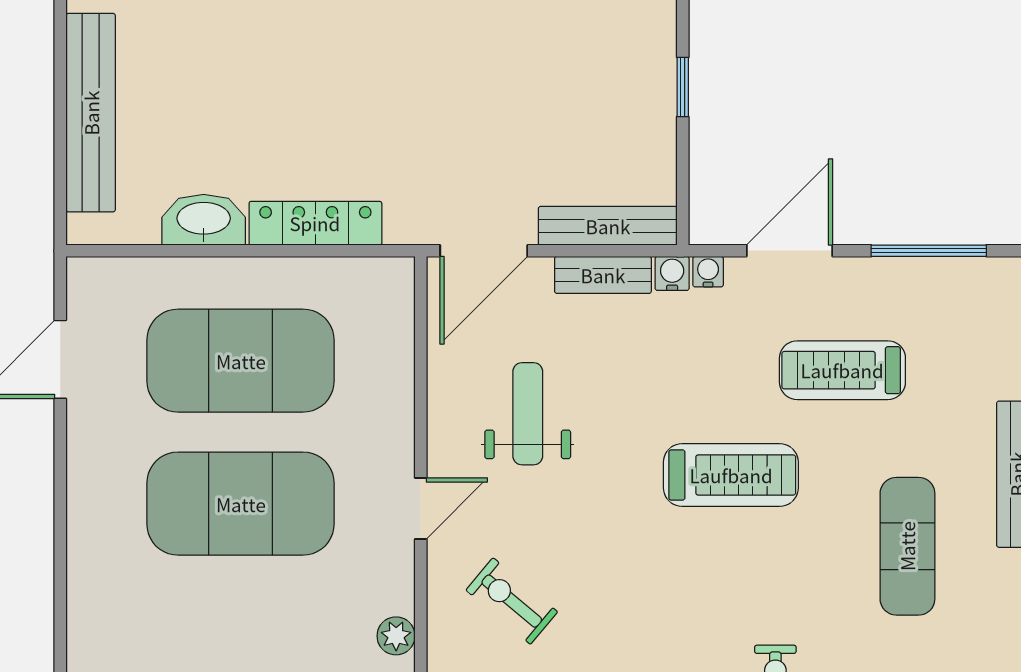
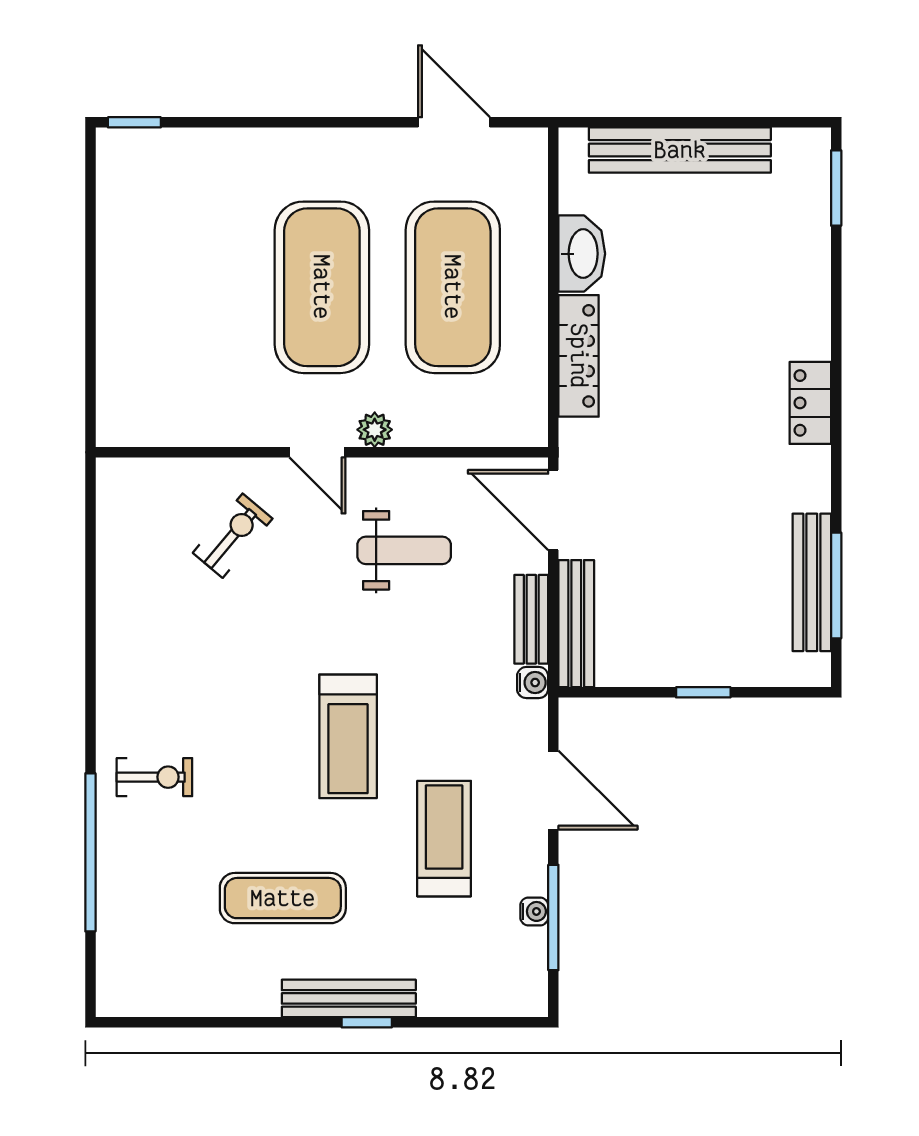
water cooler: (708, 272) -> (534, 911), moved
plant: (396, 636) -> (375, 430), moved

